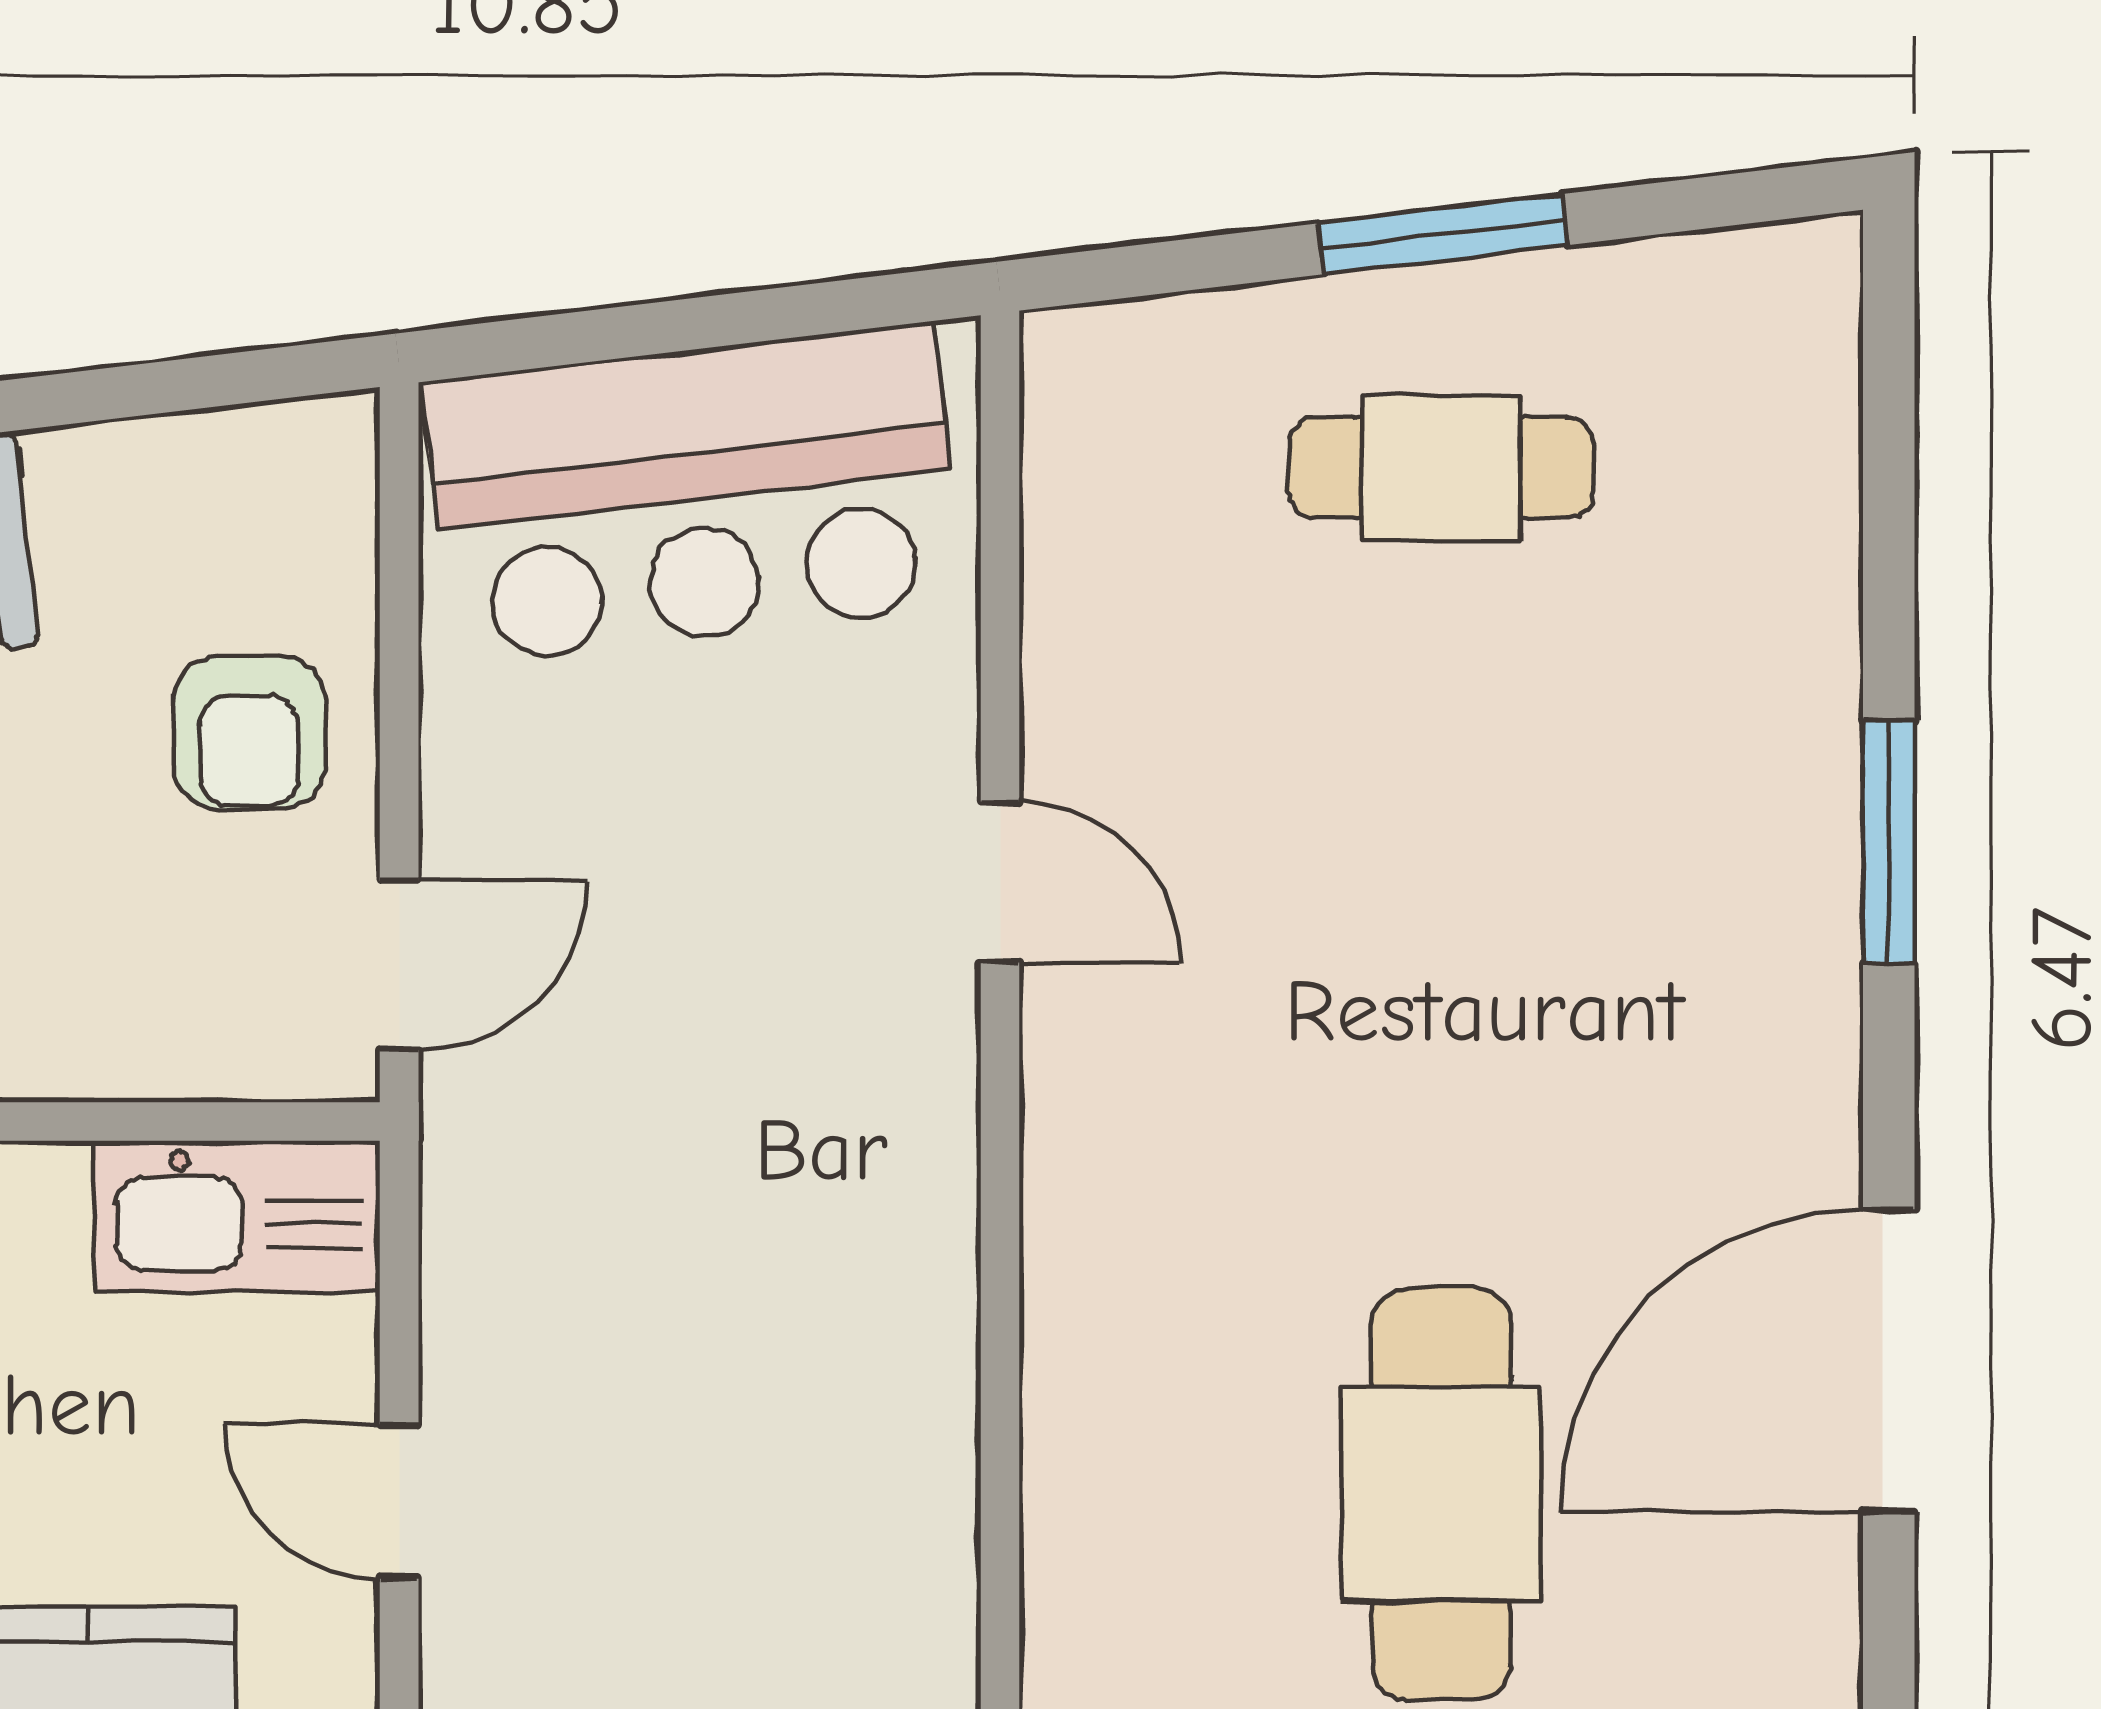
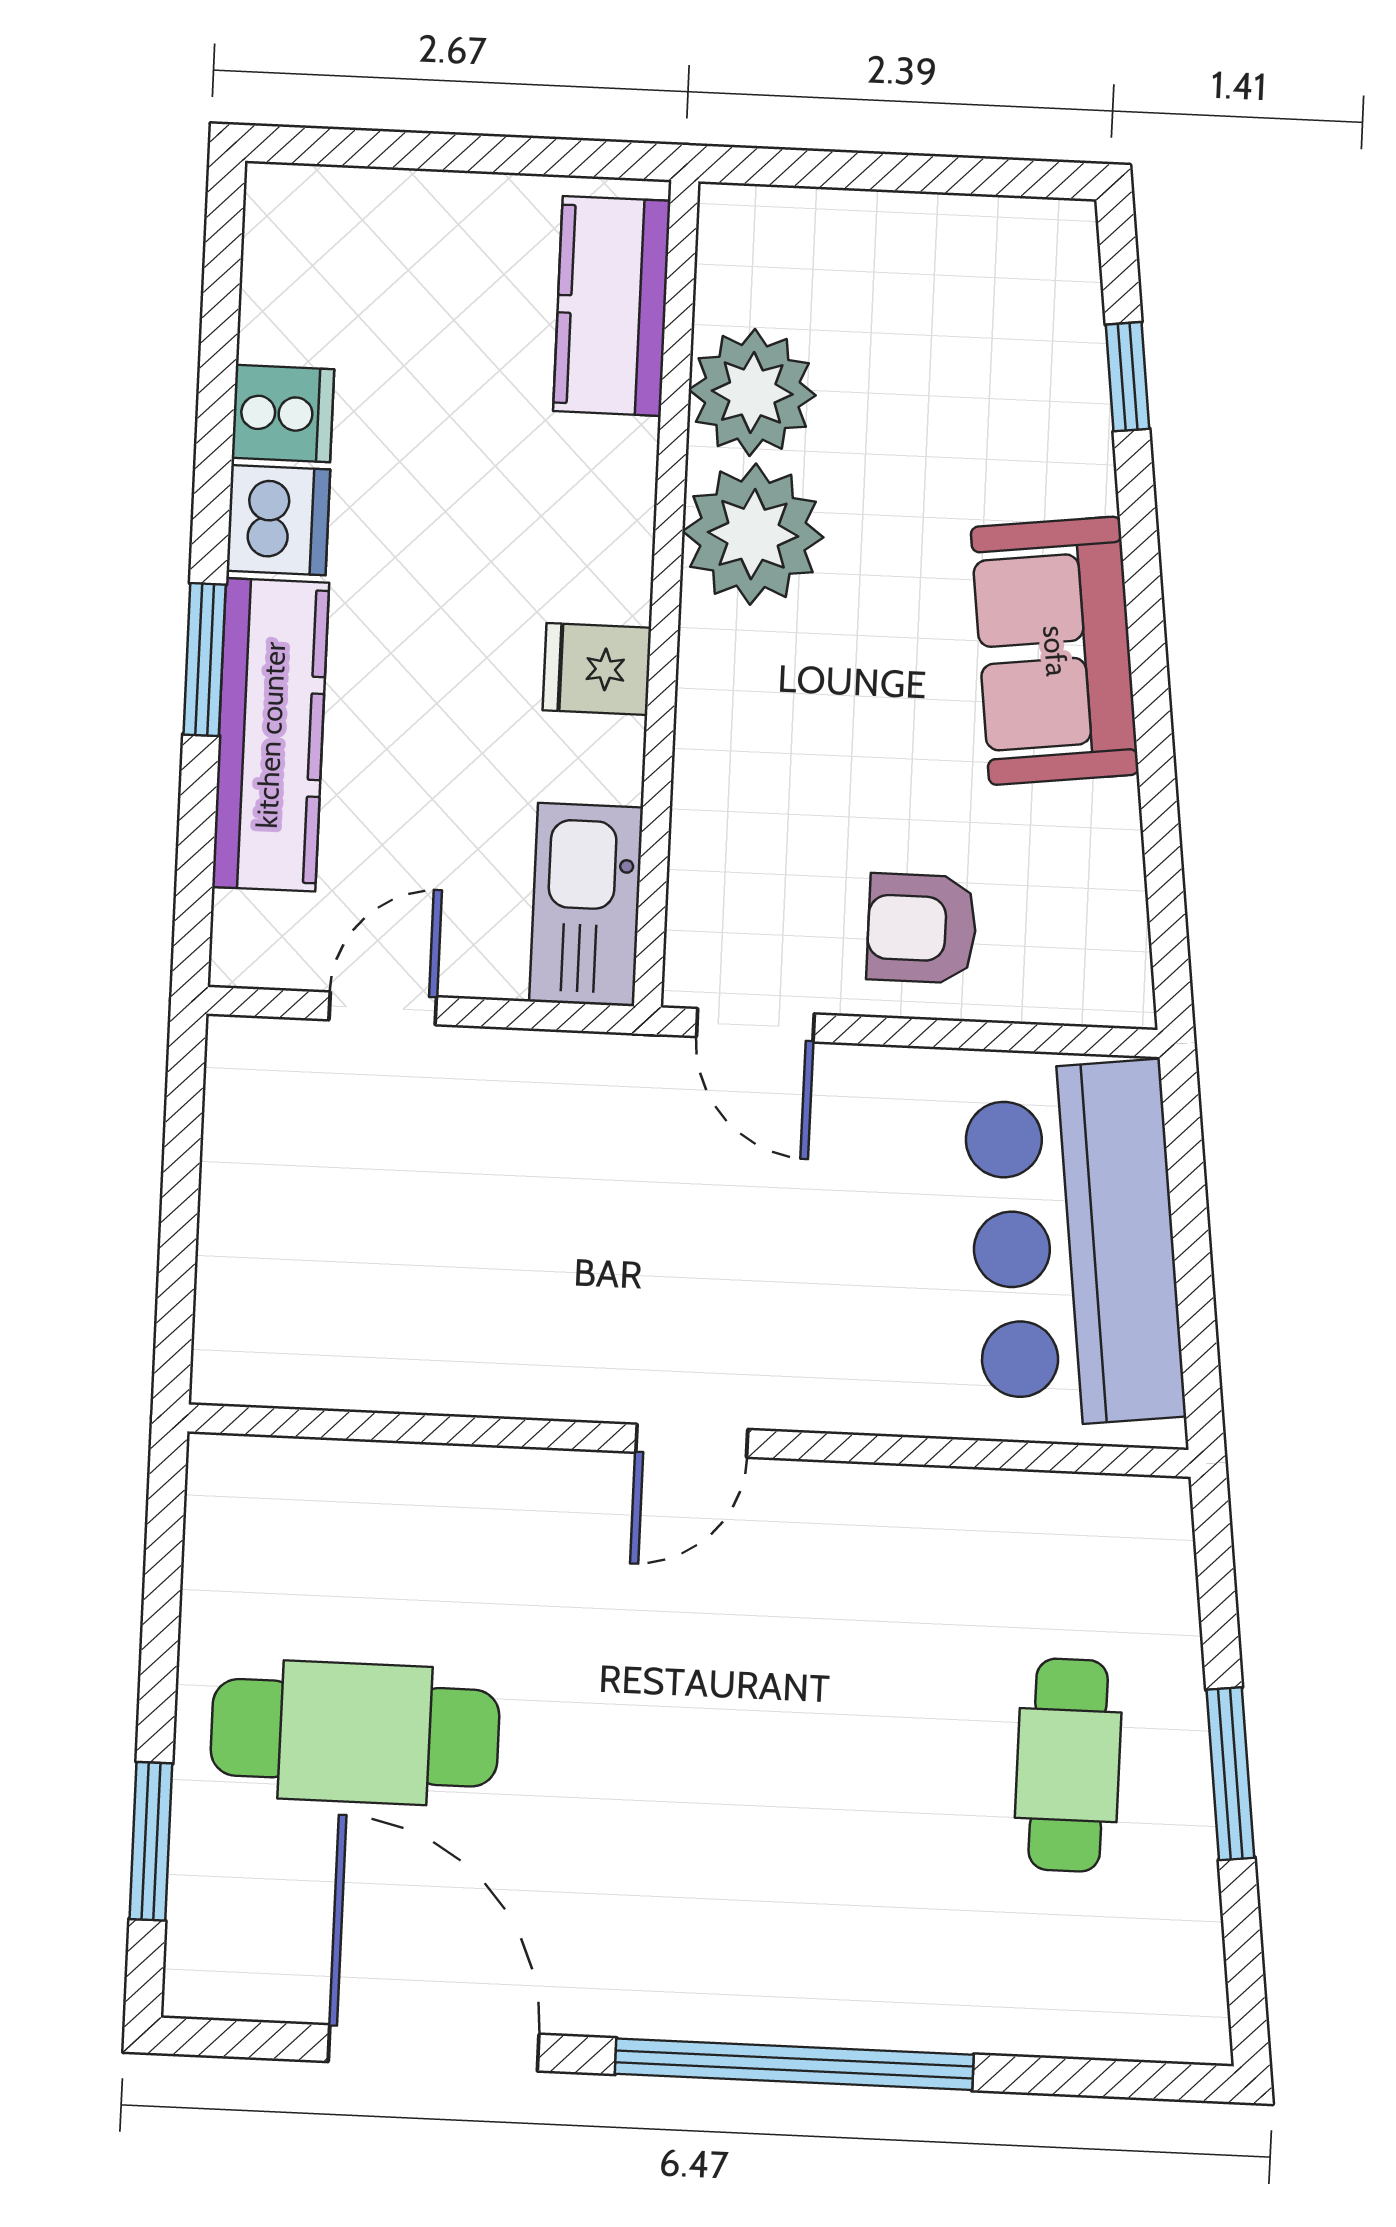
window: (1889, 842) -> (794, 2064), width x2.11
door: (1000, 882) -> (692, 1441), moved

